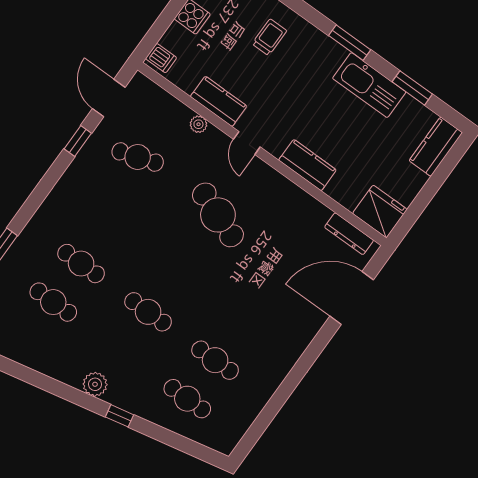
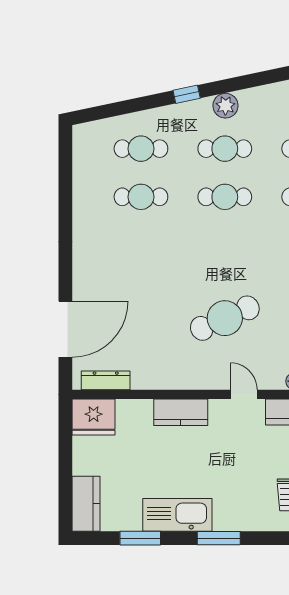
cafe table: (218, 215) -> (225, 318), turned -45
cafe table: (120, 350) -> (225, 149), added

